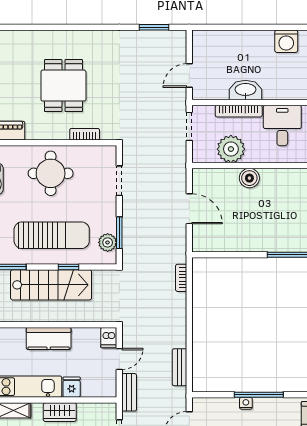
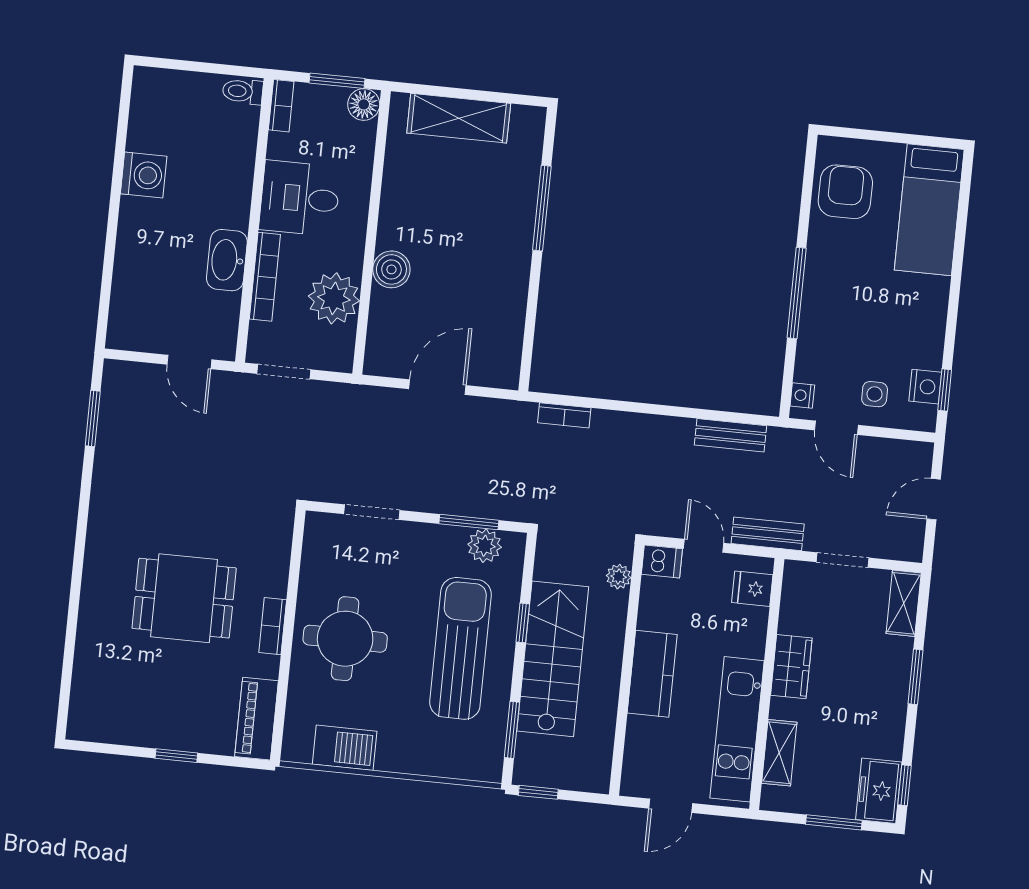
bookcase: (85, 134) -> (273, 626), moved
plant: (98, 315) -> (619, 577), added
fridge: (72, 387) -> (752, 589), moved
nightstand: (246, 403) -> (802, 395), moved

